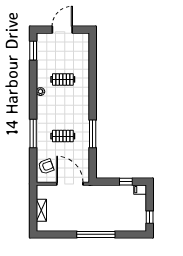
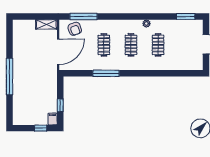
clothes rail: (63, 108) -> (131, 45), added
window: (33, 134) -> (83, 16), moved
shelving: (41, 210) -> (46, 24), moved
window: (150, 217) -> (41, 128), moved

